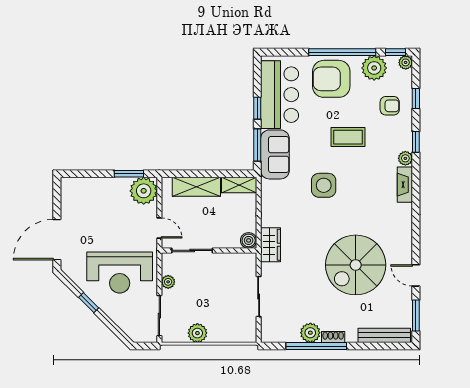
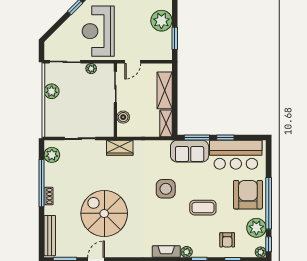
coffee table: (348, 137) -> (203, 208), turned 90
plant: (144, 191) -> (161, 21), moved
boiler: (249, 240) -> (123, 117), moved
plant: (310, 333) -> (52, 155), moved

